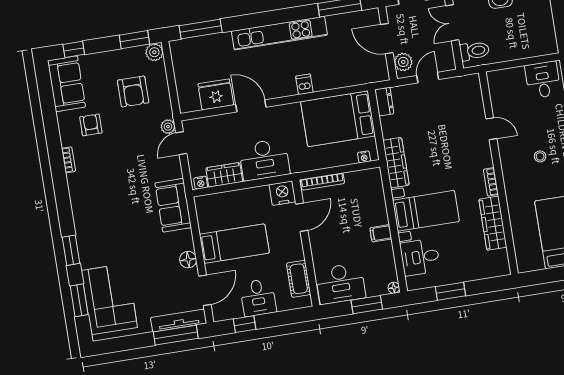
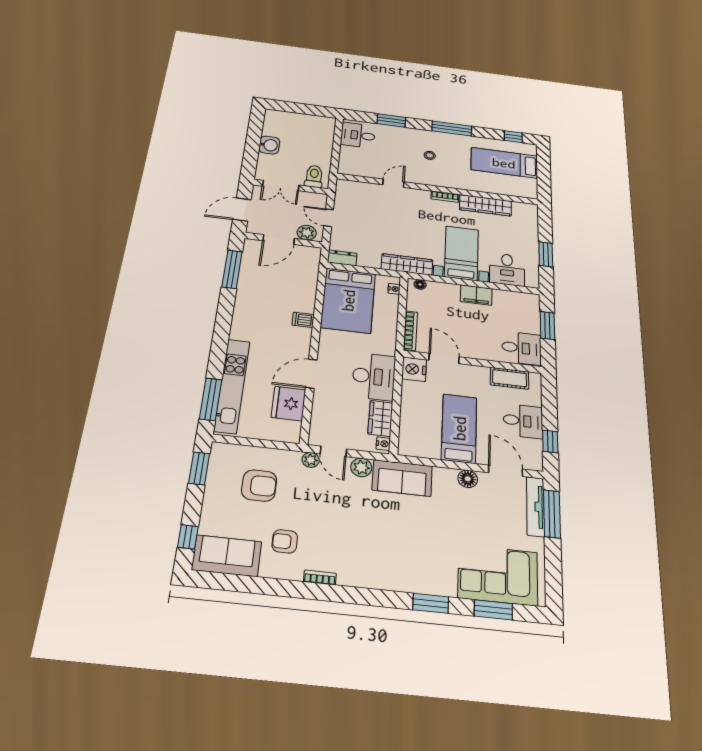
kitchen unit: (279, 33) -> (232, 386), moved
plant: (154, 52) -> (361, 467), moved
filing cabinet: (381, 233) -> (476, 295), width x2.00
desk: (341, 284) -> (522, 348), width x0.73
floor lamp: (394, 288) -> (420, 284), moved

